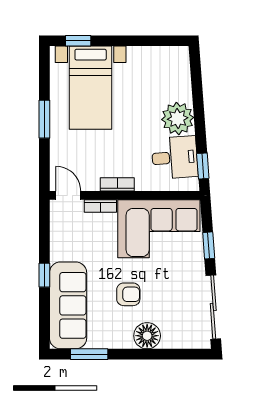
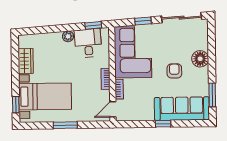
wardrobe: (148, 57) -> (26, 61), added
plant: (178, 119) -> (68, 36), width x0.53, depth x0.53

